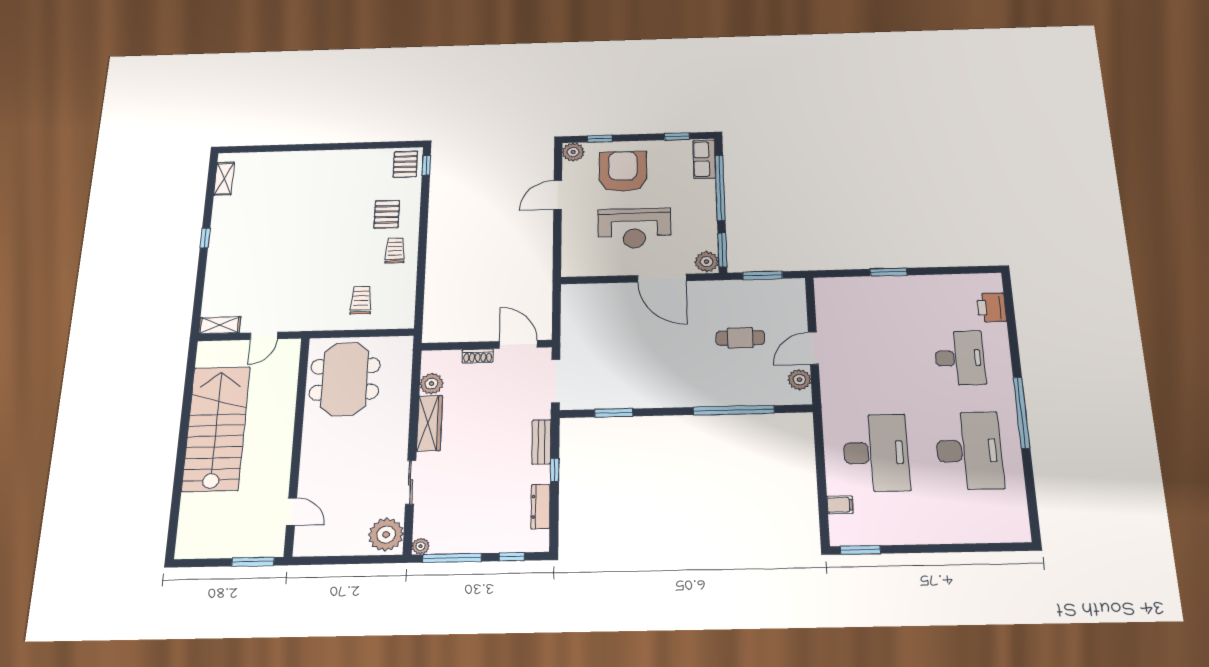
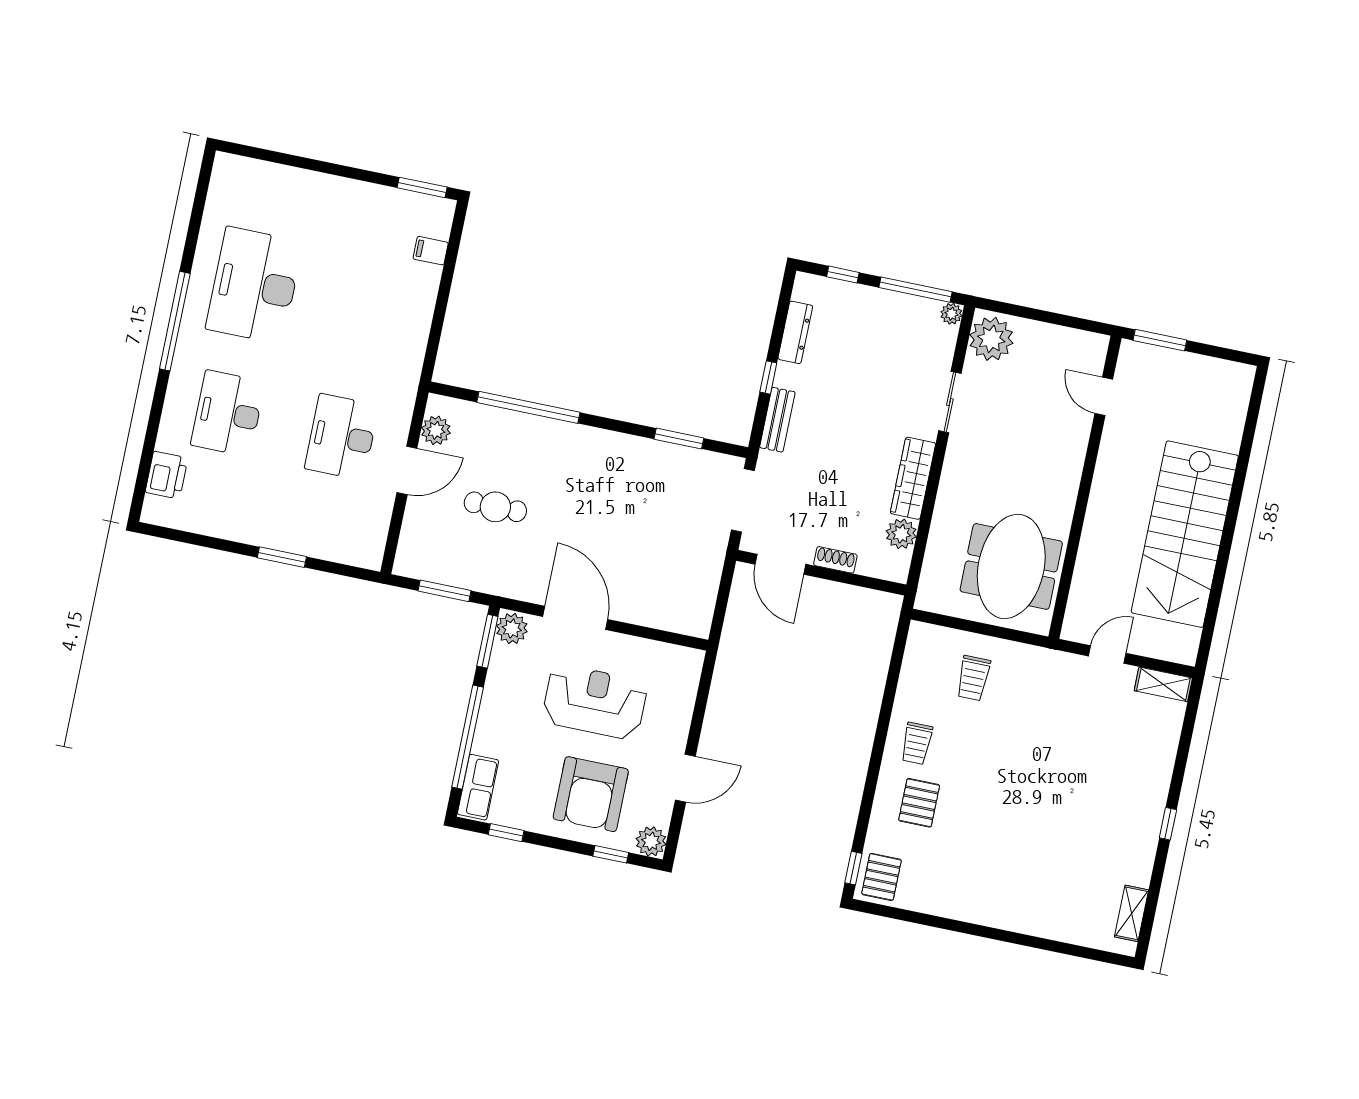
desk: (876, 453) -> (342, 437), moved, width x0.73, depth x0.77

